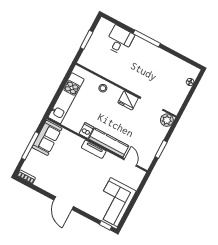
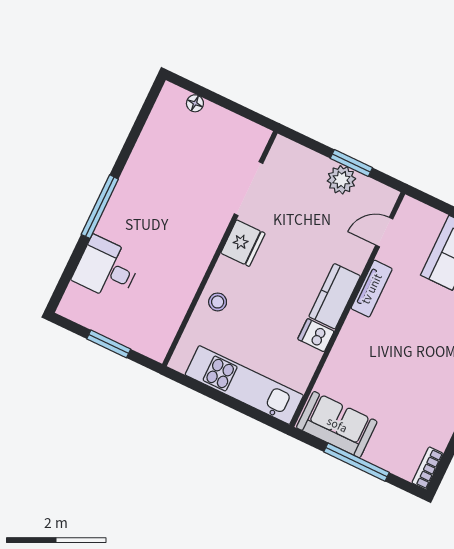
plant: (167, 120) -> (341, 180), moved
kitchen counter: (109, 142) -> (335, 296), width x0.67
tv unit: (94, 149) -> (372, 289), moved

